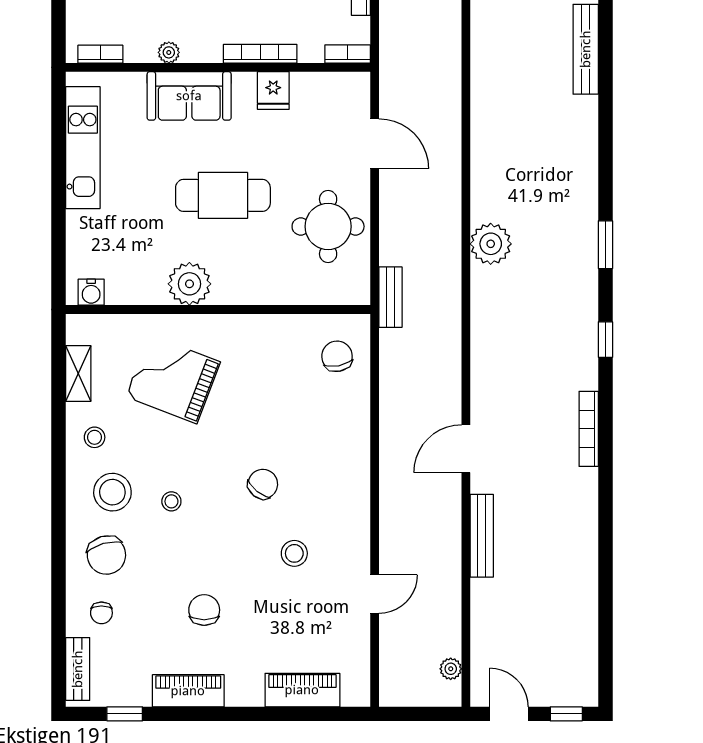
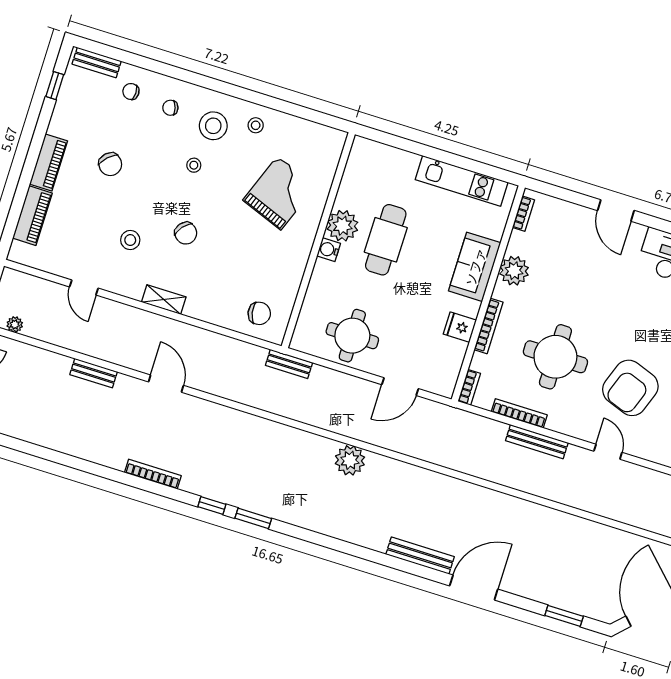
plant: (169, 52) -> (514, 271), width x1.88, depth x1.88
cafe table: (223, 195) -> (386, 240), moved
plant: (491, 244) -> (350, 460), moved
window: (605, 245) -> (253, 518), moved
water cooler: (91, 292) -> (329, 250), moved
shelving: (78, 373) -> (164, 300), moved
bench: (482, 536) -> (94, 373), width x0.73
chair: (106, 555) -> (170, 108), width x0.54, depth x0.54
chair: (204, 610) -> (110, 164), turned 46
piano: (188, 691) -> (49, 162), moved

